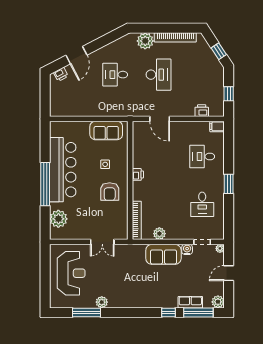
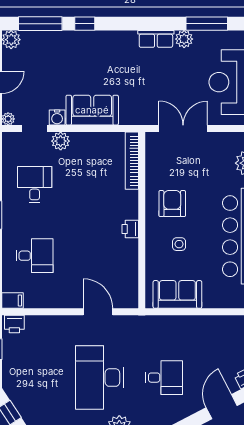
desk: (159, 75) -> (100, 378), width x1.36, depth x1.30
printer: (202, 111) -> (14, 324), moved
plant: (159, 234) -> (61, 141), moved
double door: (102, 242) -> (183, 129), width x1.37
row of seats: (190, 302) -> (156, 39), moved

